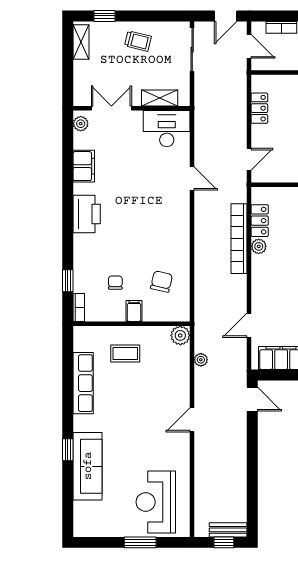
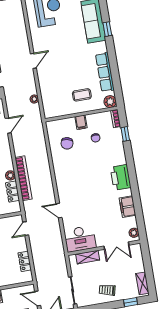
plant: (180, 335) -> (110, 102), moved

